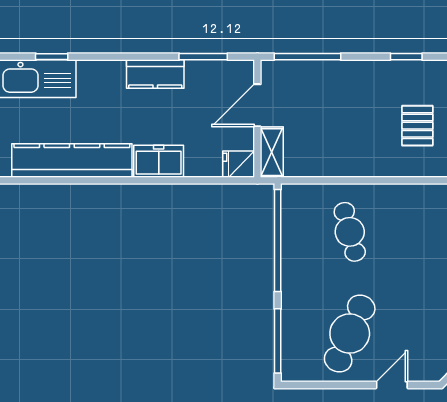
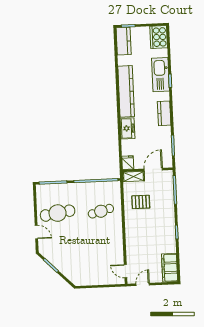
kitchen counter: (155, 74) -> (164, 113), moved
door: (257, 105) -> (153, 169), hinge flipped
pallet: (417, 126) -> (141, 202), moved
cafe table: (350, 334) -> (58, 213), turned -33

